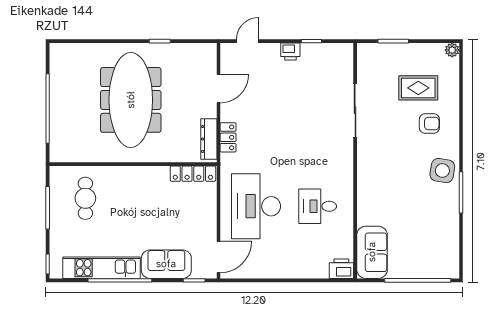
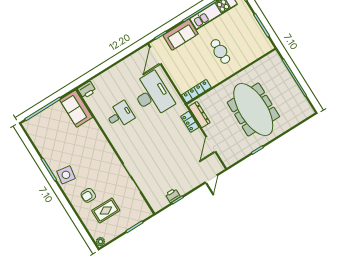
printer: (290, 52) -> (173, 195), moved
cafe table: (85, 198) -> (220, 51), moved

